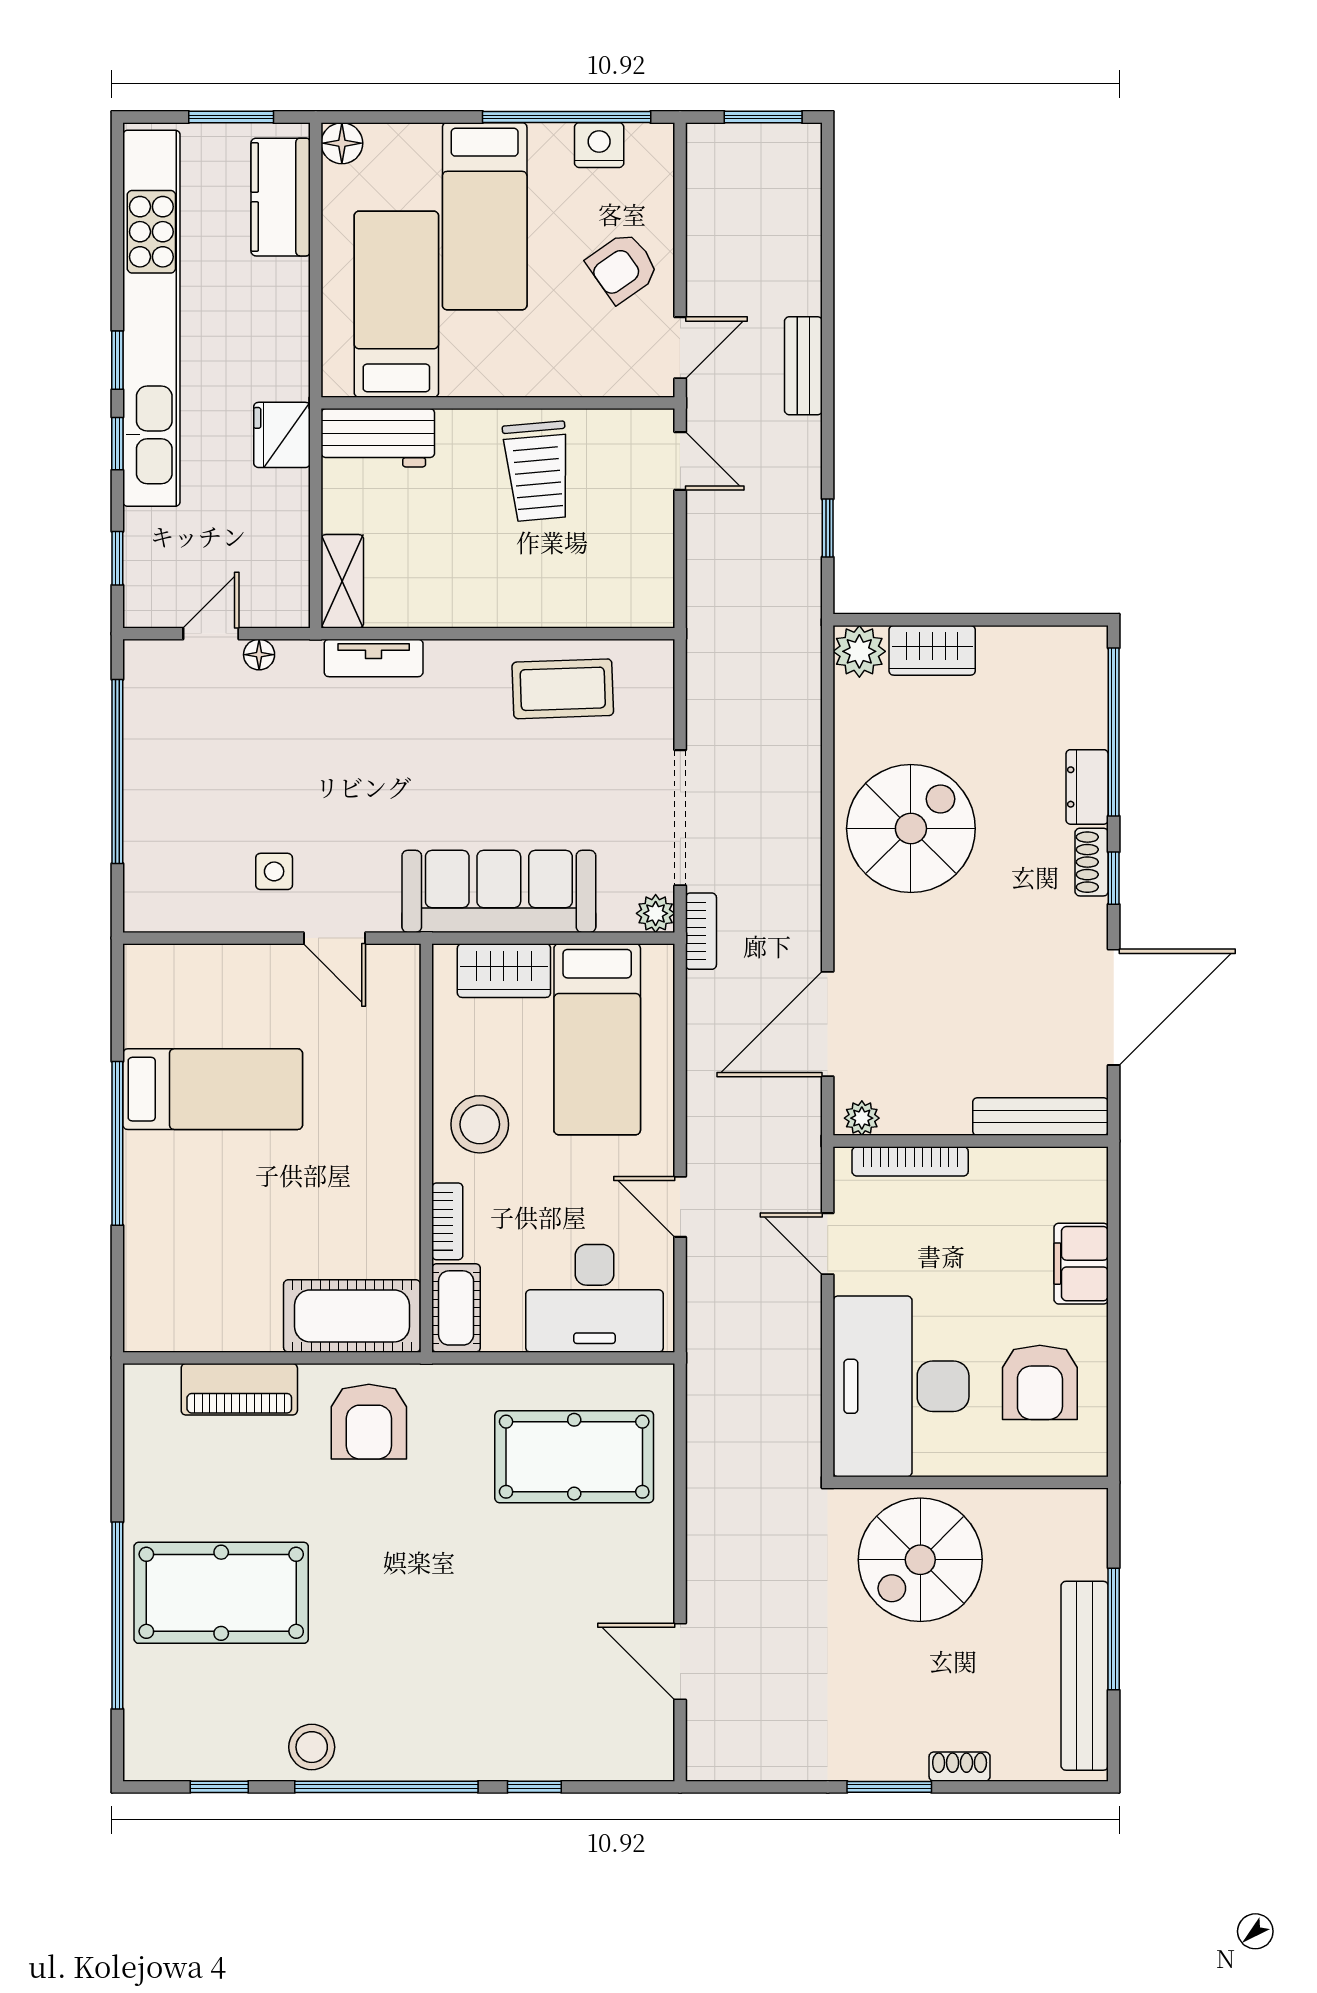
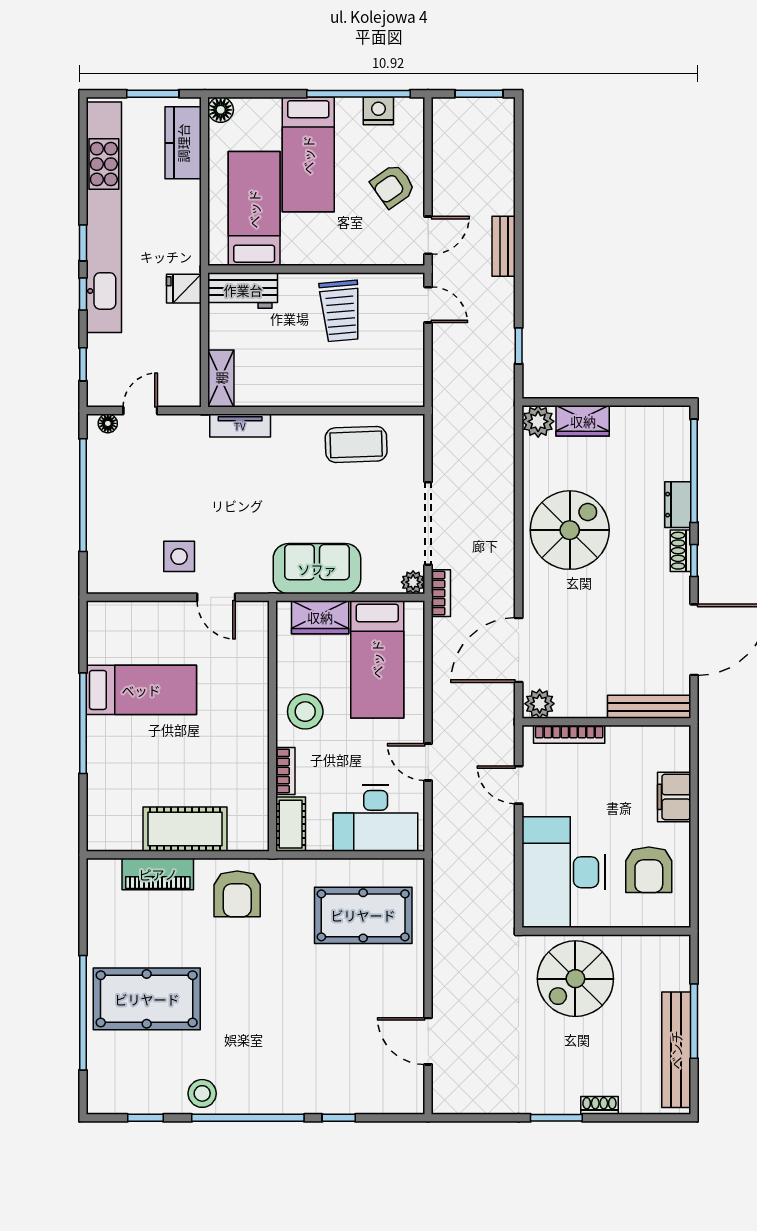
fridge: (282, 435) -> (184, 289), width x0.72
floor lamp: (259, 655) -> (108, 423), moved
side table: (274, 871) -> (179, 556), width x1.37, depth x1.37
sofa: (499, 891) -> (317, 569), width x0.73
plant: (862, 1118) -> (540, 704), width x1.38, depth x1.38
cot: (352, 1316) -> (185, 829), moved

